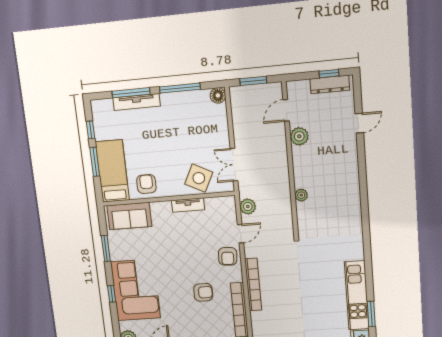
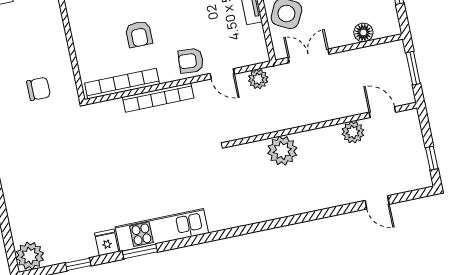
dresser: (330, 84) -> (419, 161), removed
floor lamp: (218, 95) -> (363, 32), moved
plant: (301, 195) -> (282, 151), width x1.88, depth x1.88

